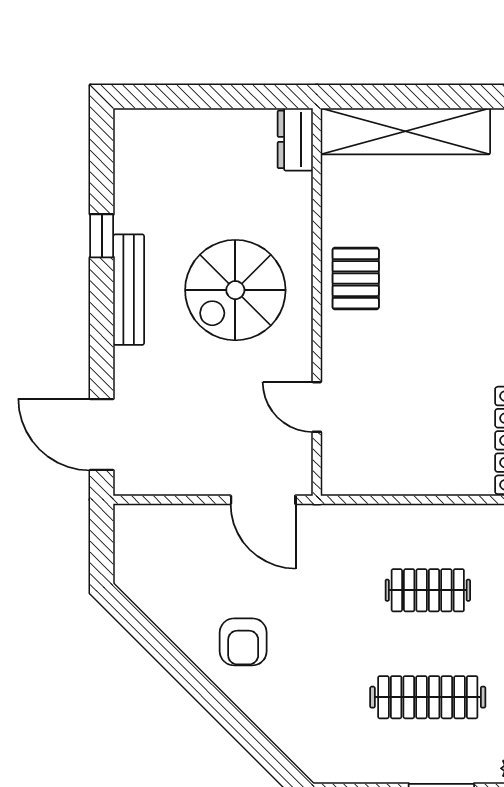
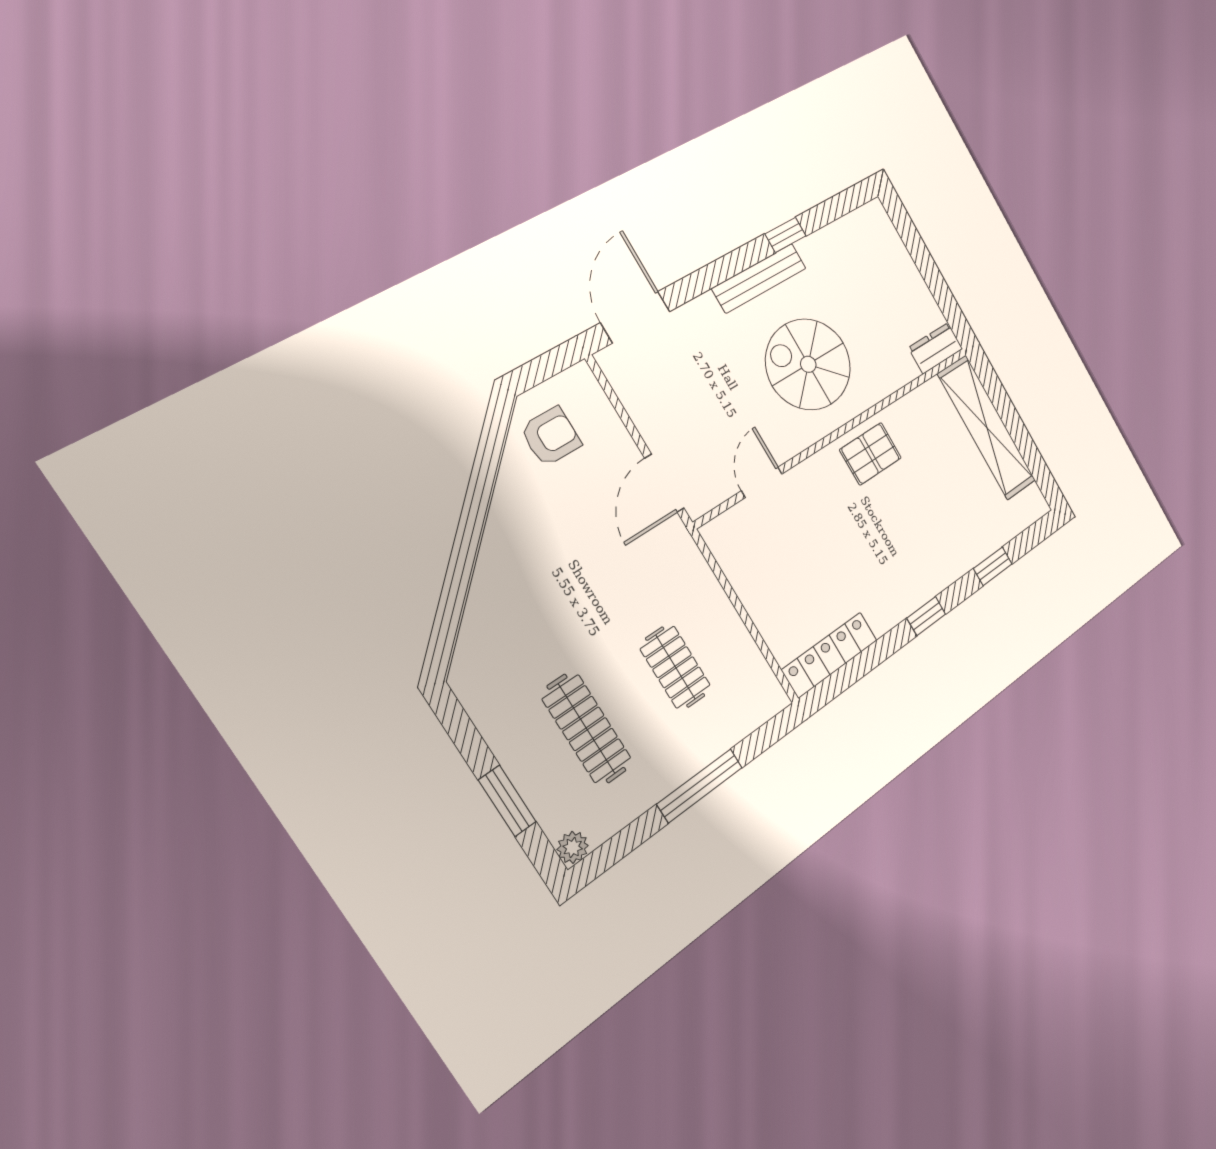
armchair: (243, 642) -> (551, 436), moved, turned 180

